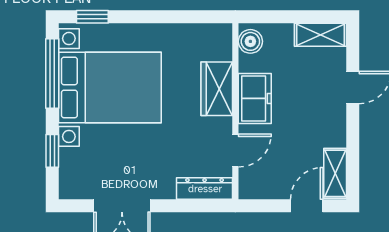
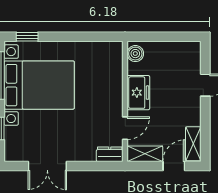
shelving: (321, 35) -> (145, 154), moved
wardrobe: (217, 89) -> (112, 86), removed
dresser: (205, 189) -> (110, 154), width x0.70

